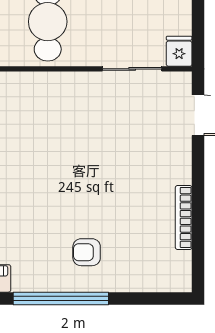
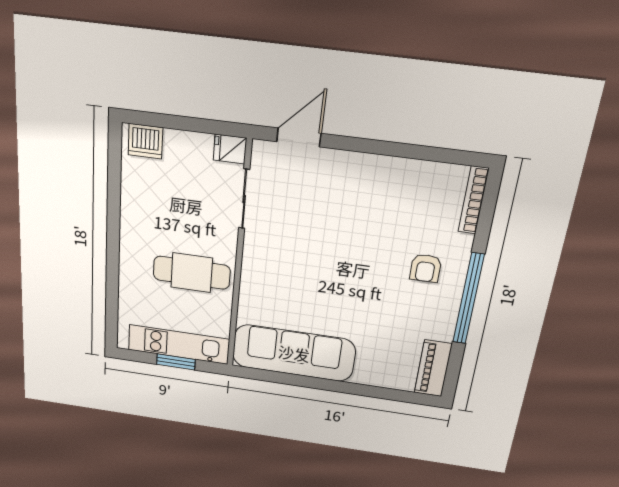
bookcase: (184, 217) -> (473, 200), moved, turned 90

